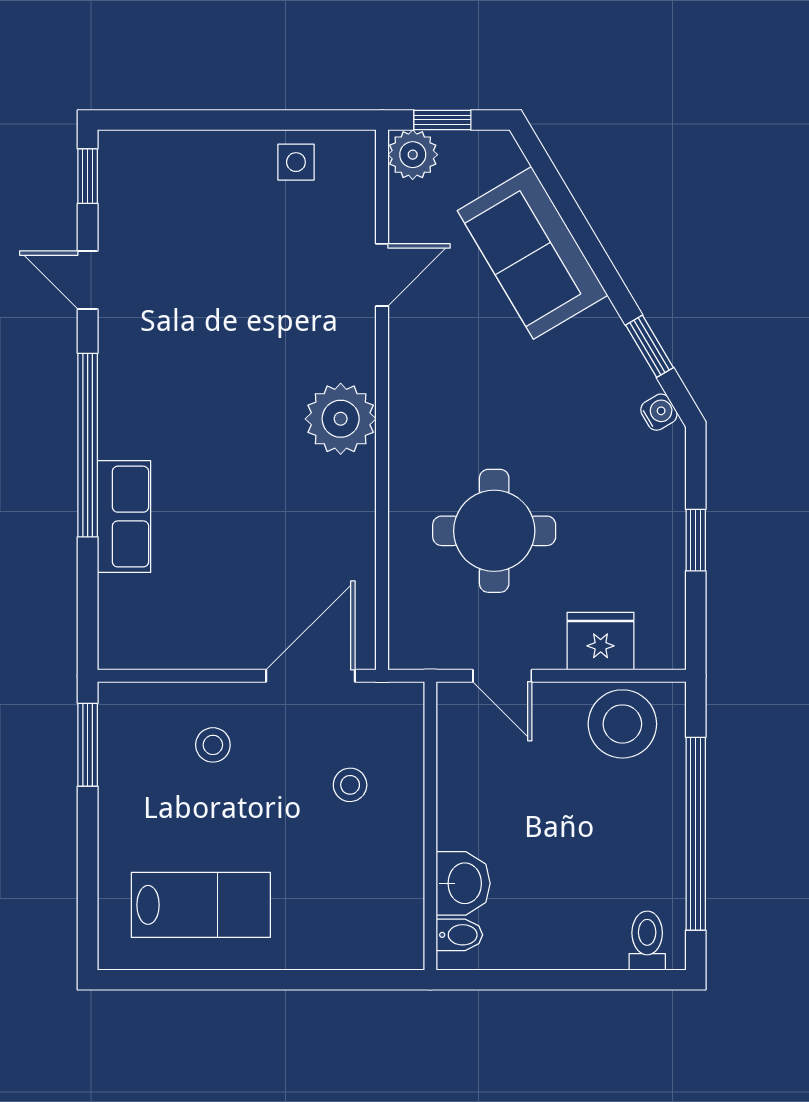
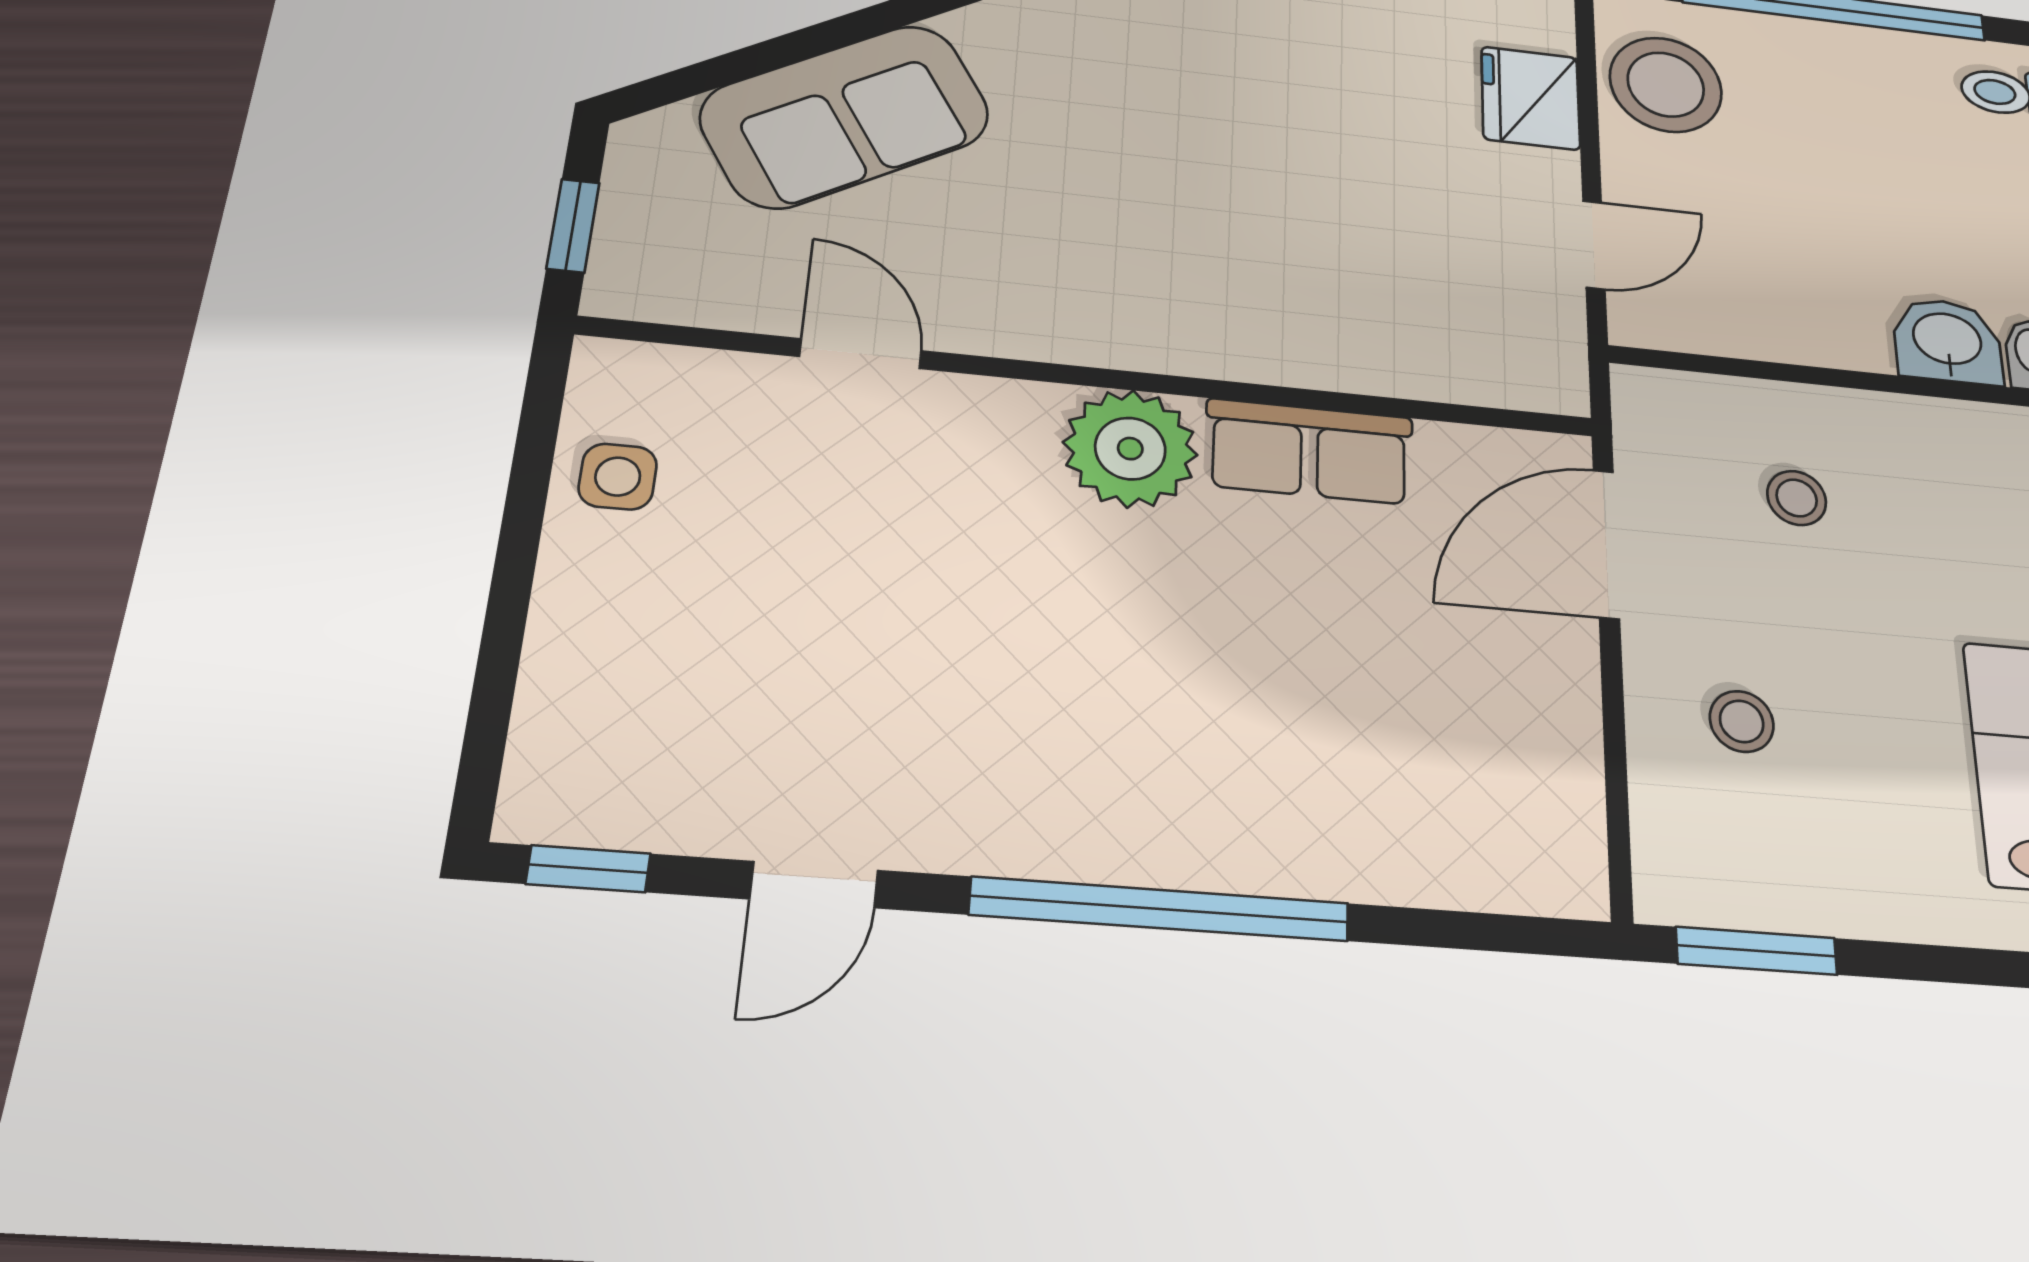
plant: (413, 155) -> (633, 280), removed
row of seats: (124, 517) -> (1309, 451), moved, turned 180
round table: (494, 531) -> (1343, 229), removed
door: (310, 676) -> (1606, 544), hinge flipped

